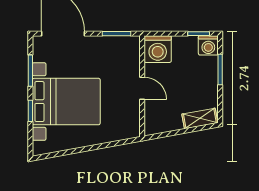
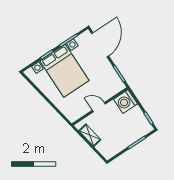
washing machine: (208, 45) -> (146, 128), removed
door: (142, 88) -> (99, 107), swing flipped
shelving: (200, 118) -> (90, 135), moved

